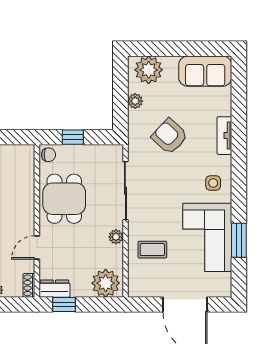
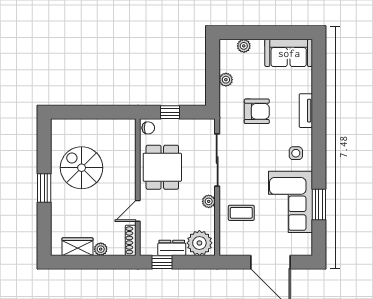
plant: (149, 70) -> (244, 46), width x0.53, depth x0.53
armchair: (170, 136) -> (257, 111), turned 137
shoe rack: (29, 285) -> (131, 240), width x1.43
dresser: (54, 289) -> (172, 248), moved

